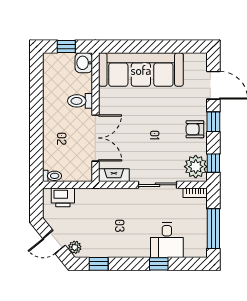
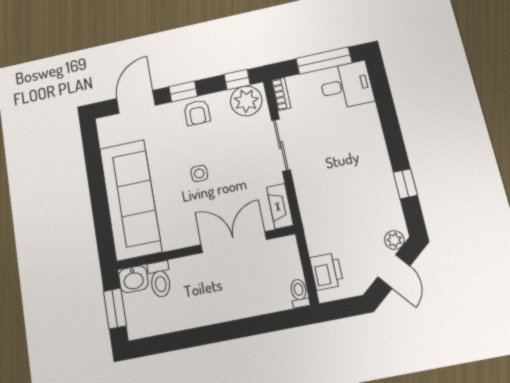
window: (66, 47) -> (115, 308), width x1.50
toilet: (80, 101) -> (160, 279), moved
side table: (149, 123) -> (199, 174), added
desk: (167, 240) -> (346, 85), moved
window: (99, 264) -> (405, 184), moved
window: (159, 264) -> (389, 120), removed

